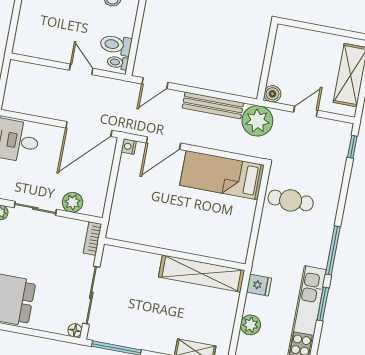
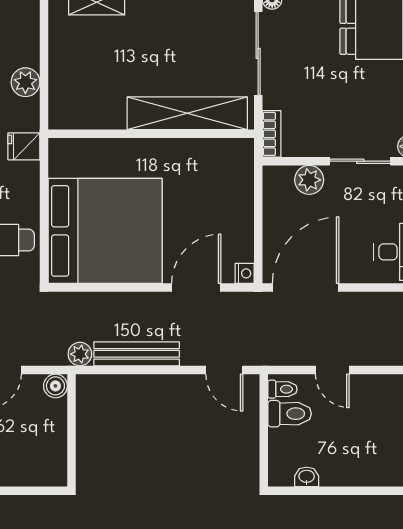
door: (155, 83) -> (224, 370), swing flipped
plant: (257, 121) -> (80, 354), width x0.53, depth x0.53
bed: (222, 175) -> (105, 231), width x2.04
shelving: (202, 274) -> (187, 113), moved
fridge: (259, 285) -> (24, 146), moved
plant: (250, 325) -> (25, 82), moved

